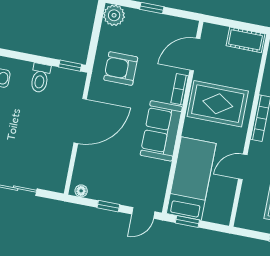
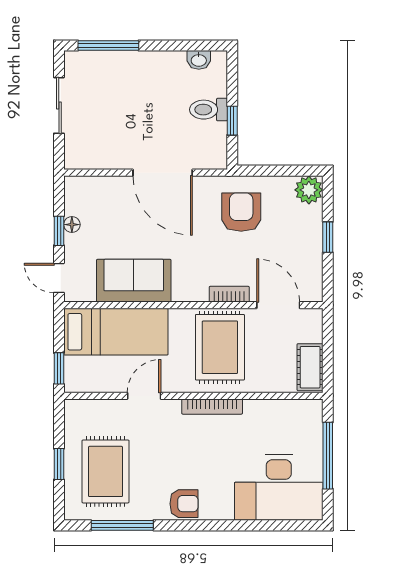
window: (70, 66) -> (232, 121), moved
sofa: (161, 131) -> (134, 281), moved
door: (243, 167) -> (144, 396), hinge flipped
floor lamp: (81, 191) -> (72, 225), moved
window: (187, 221) -> (59, 368), moved

